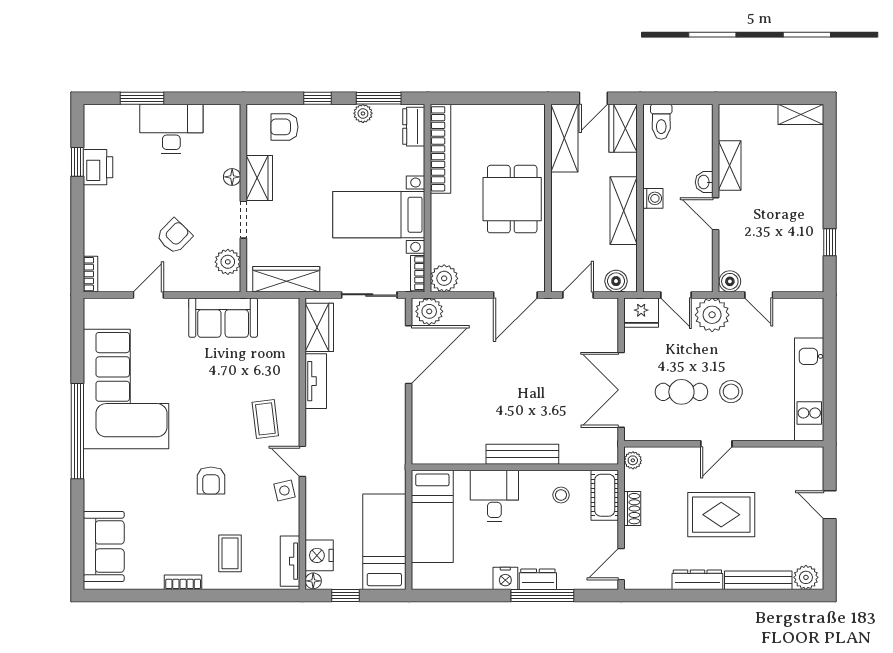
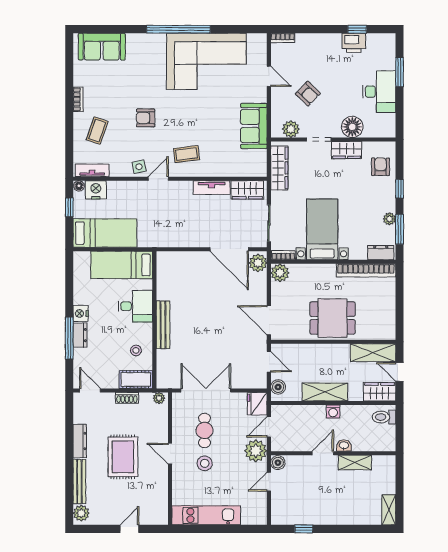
floor lamp: (232, 177) -> (352, 127), width x1.89, depth x1.89
coffee table: (230, 553) -> (97, 131), turned -71

